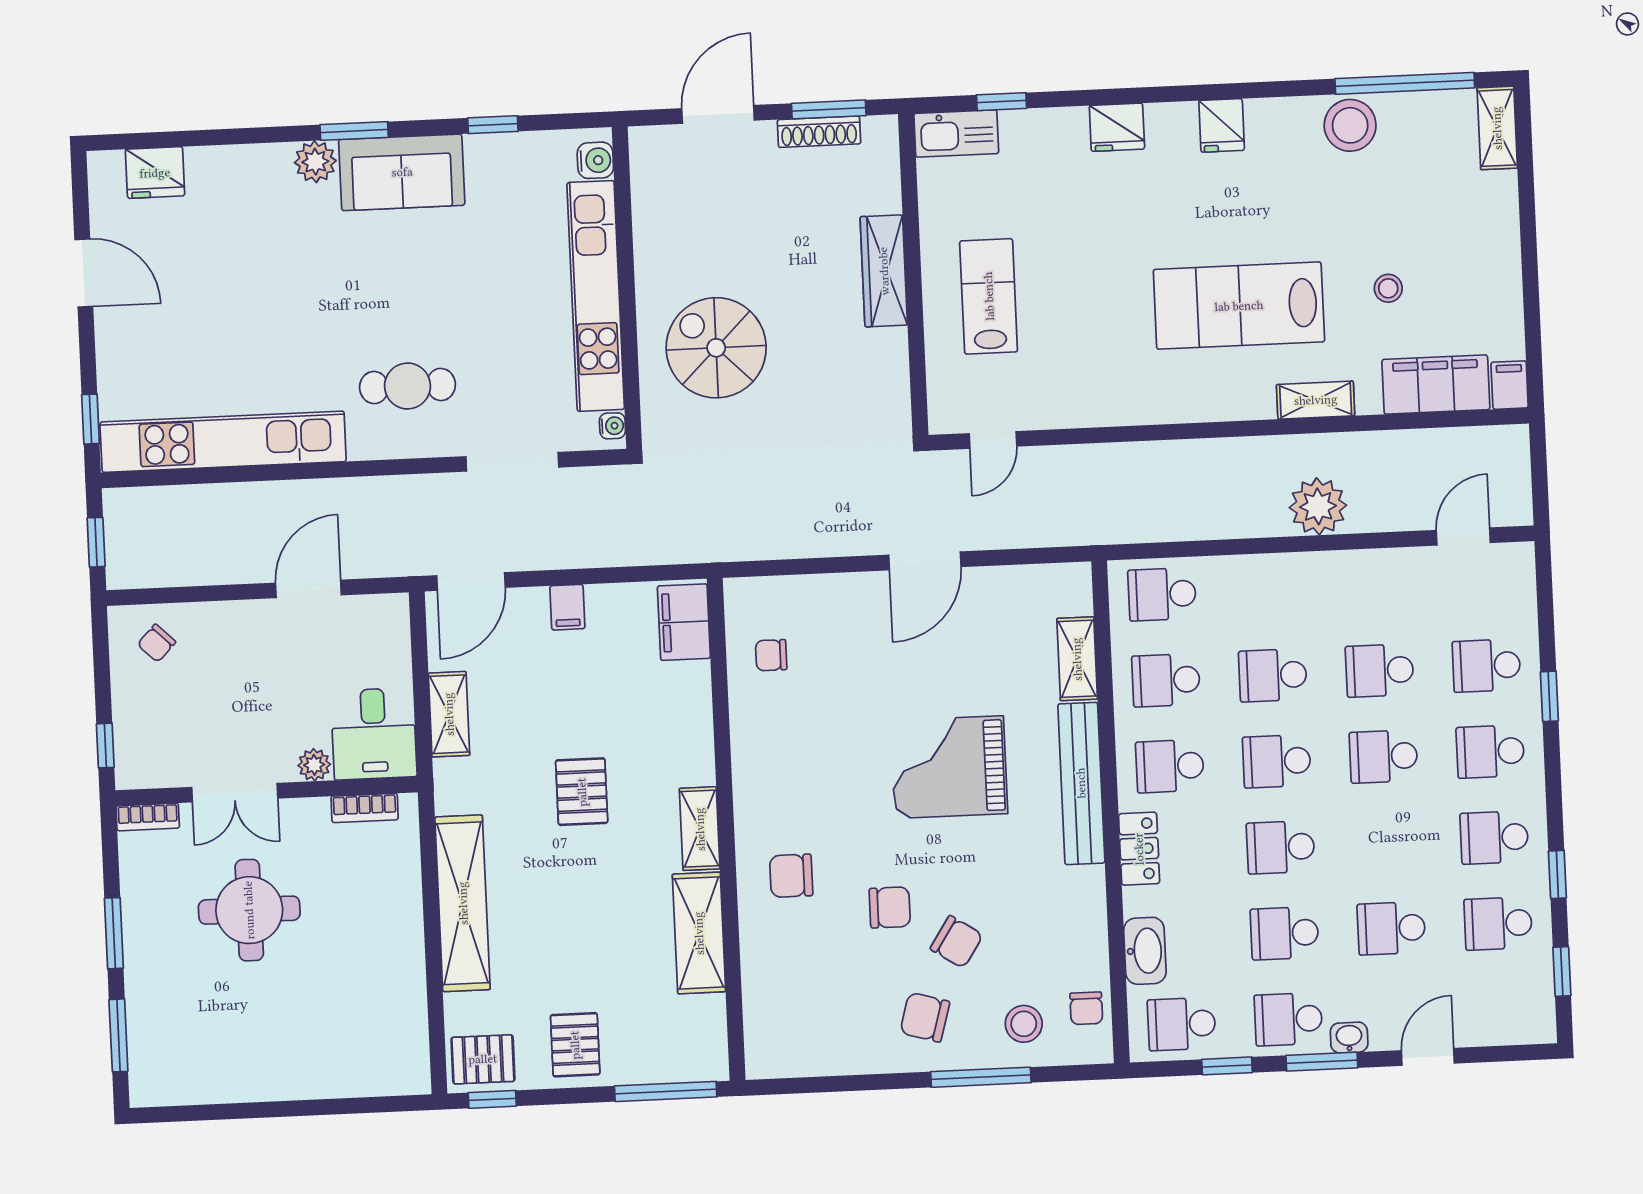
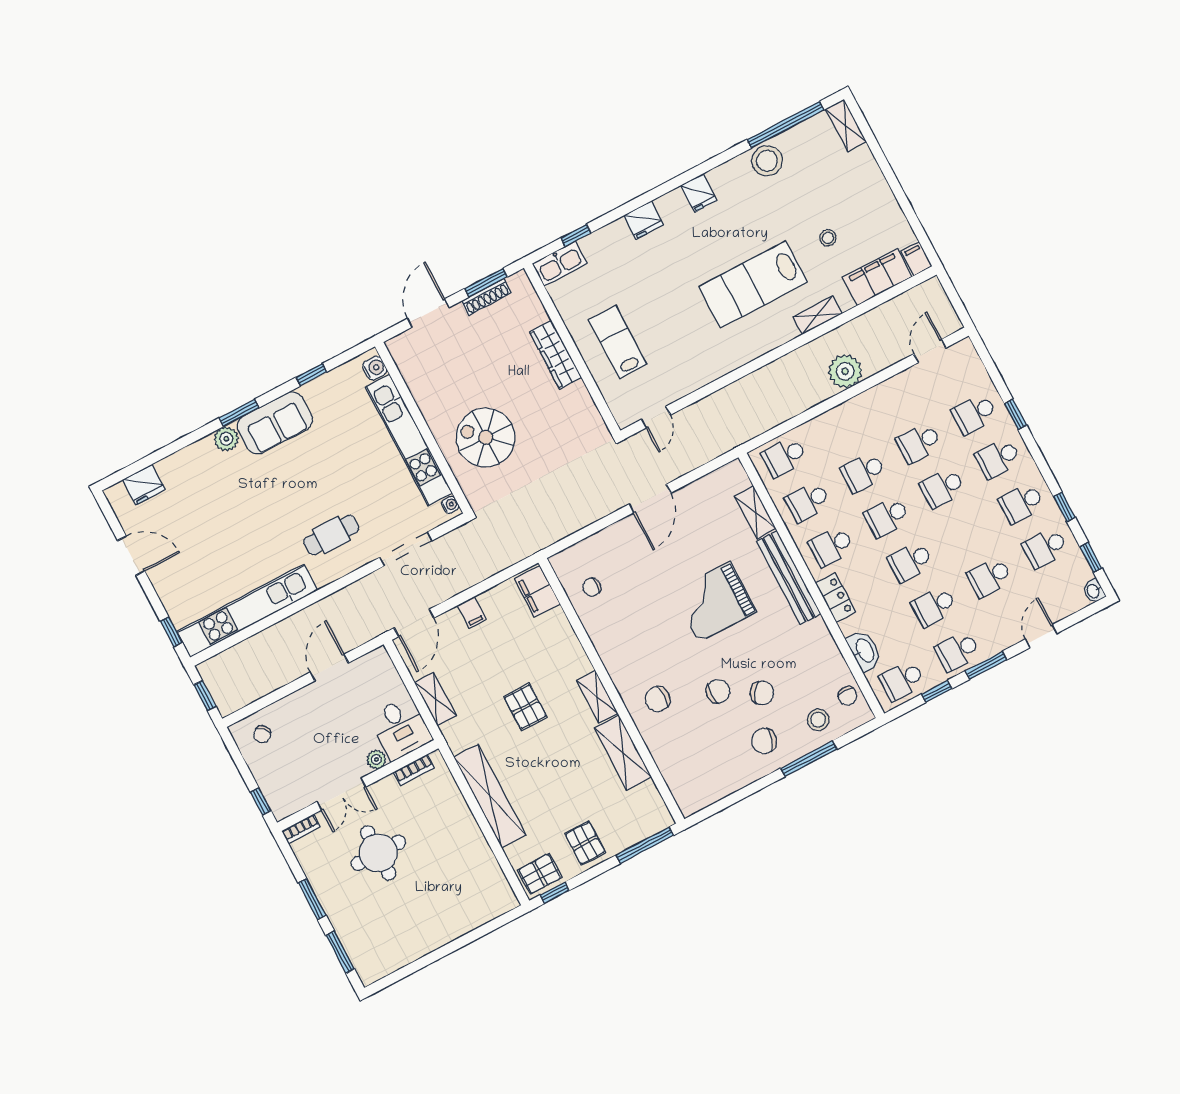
washbasin: (1349, 1038) -> (1094, 591), moved, turned -90

